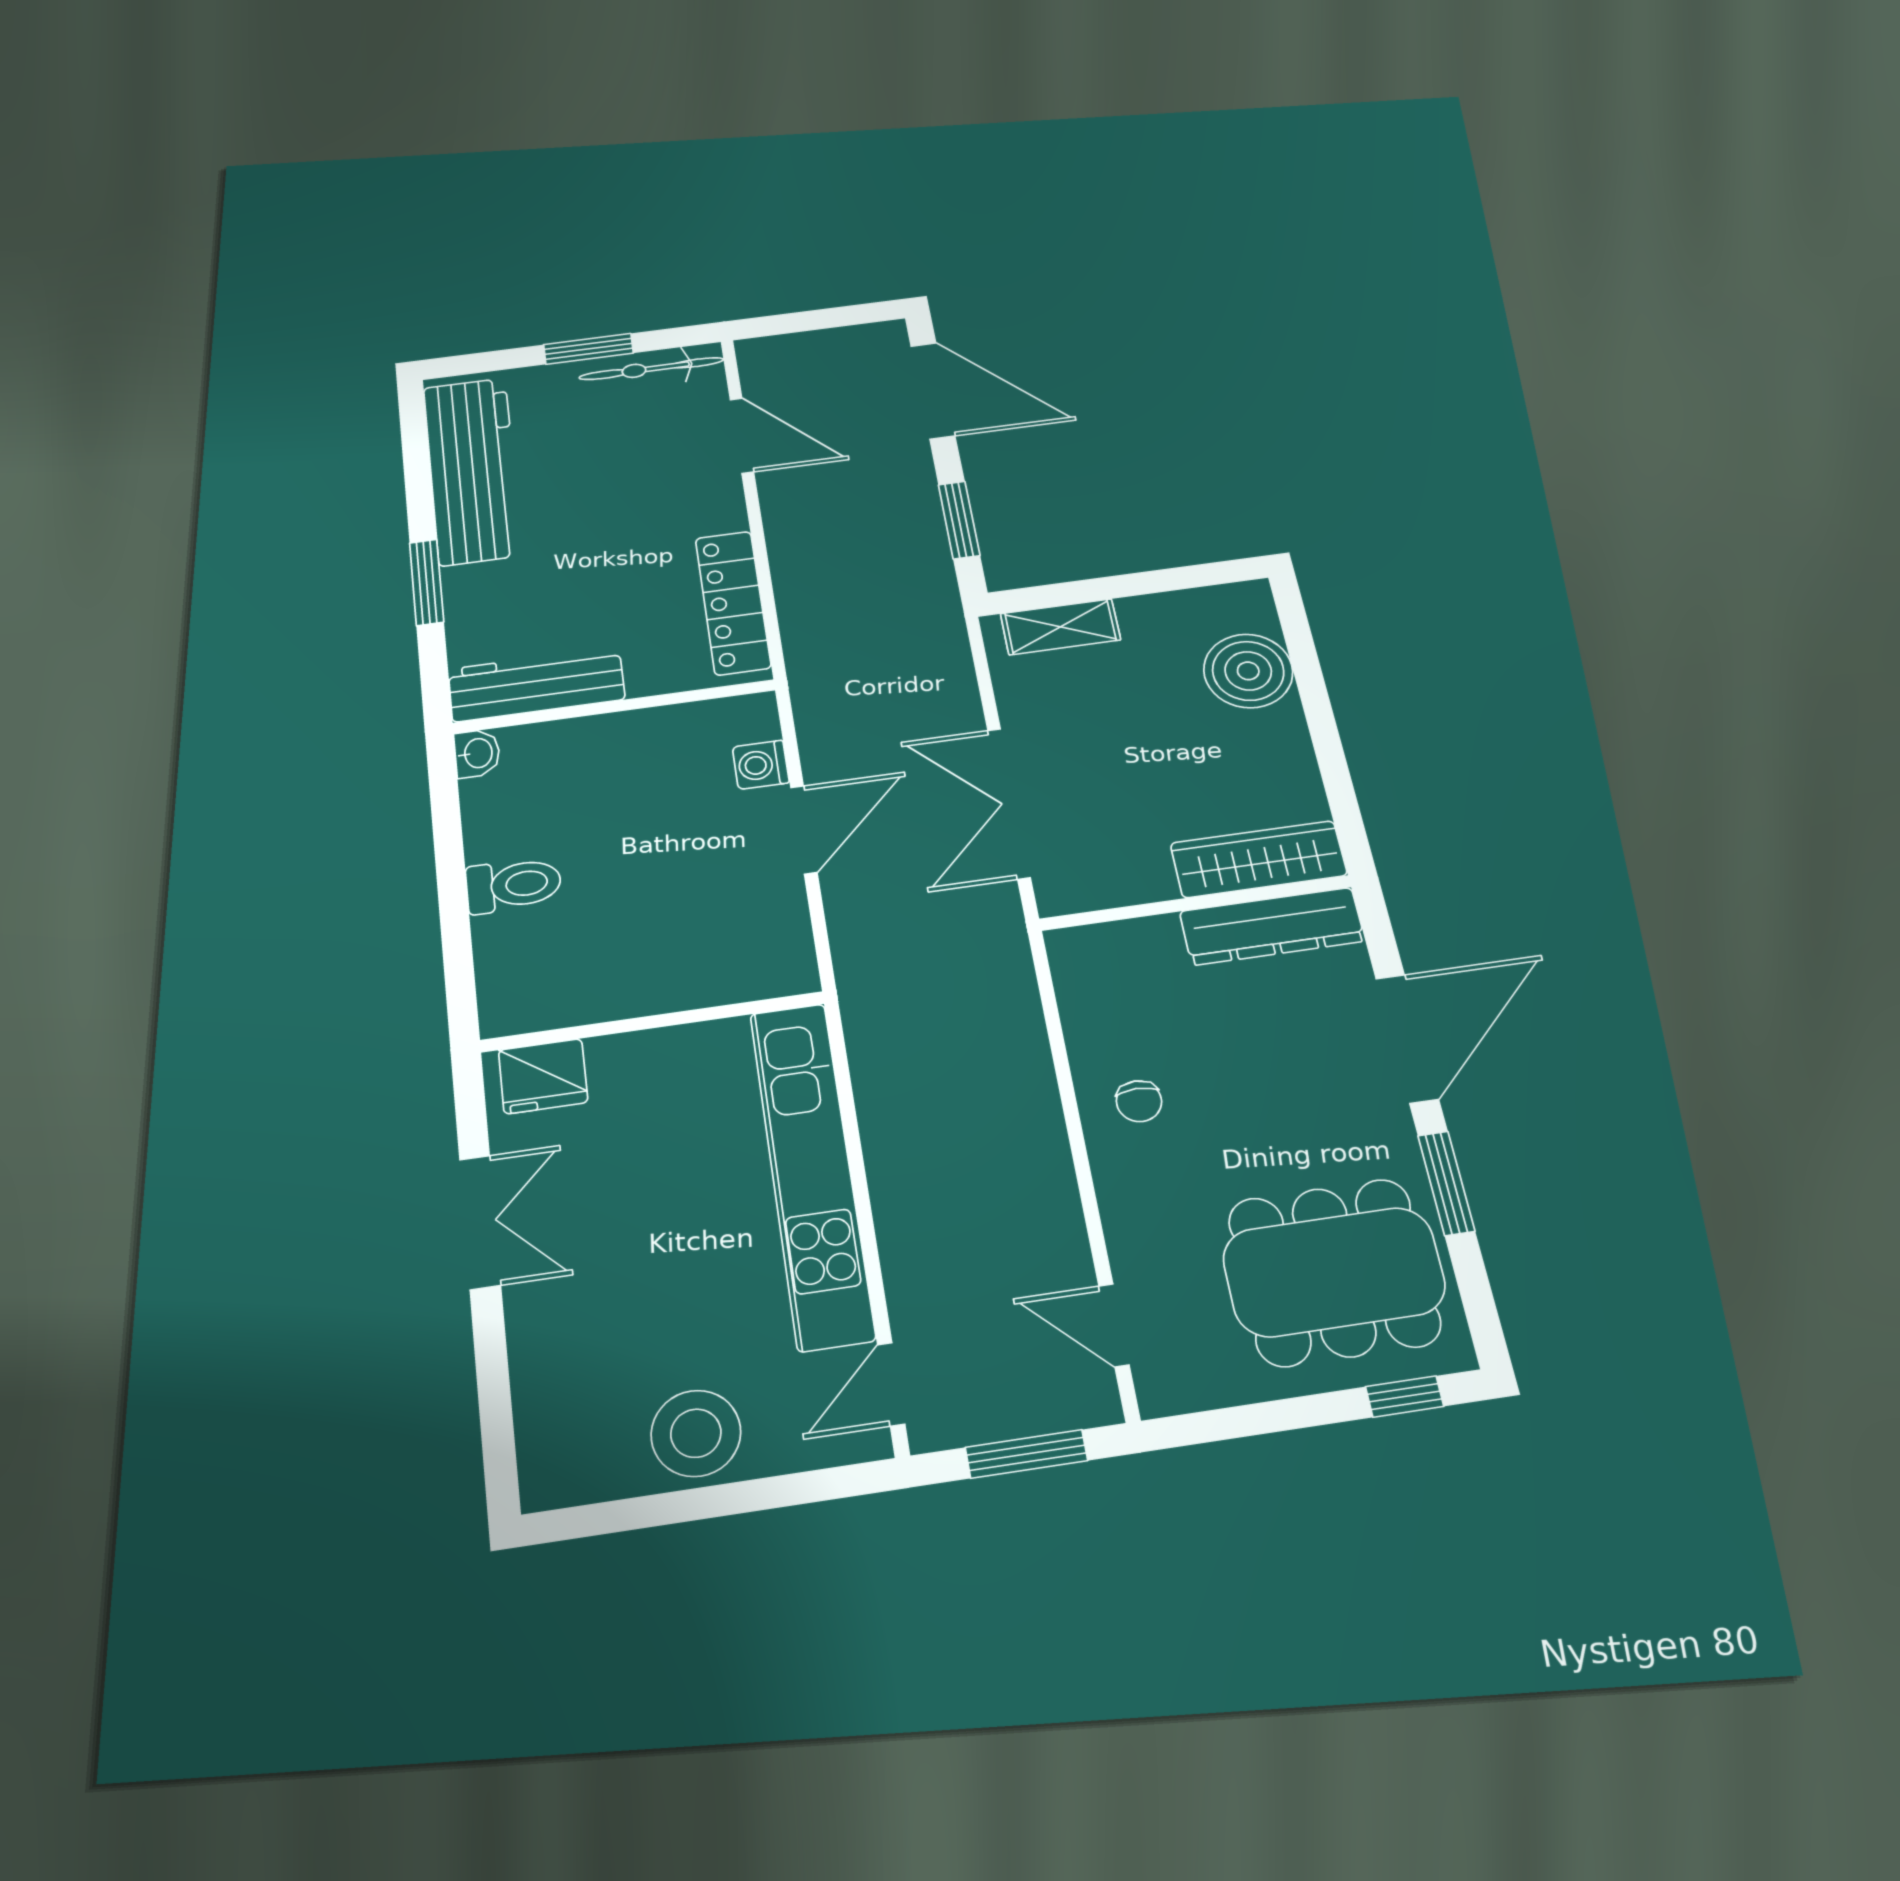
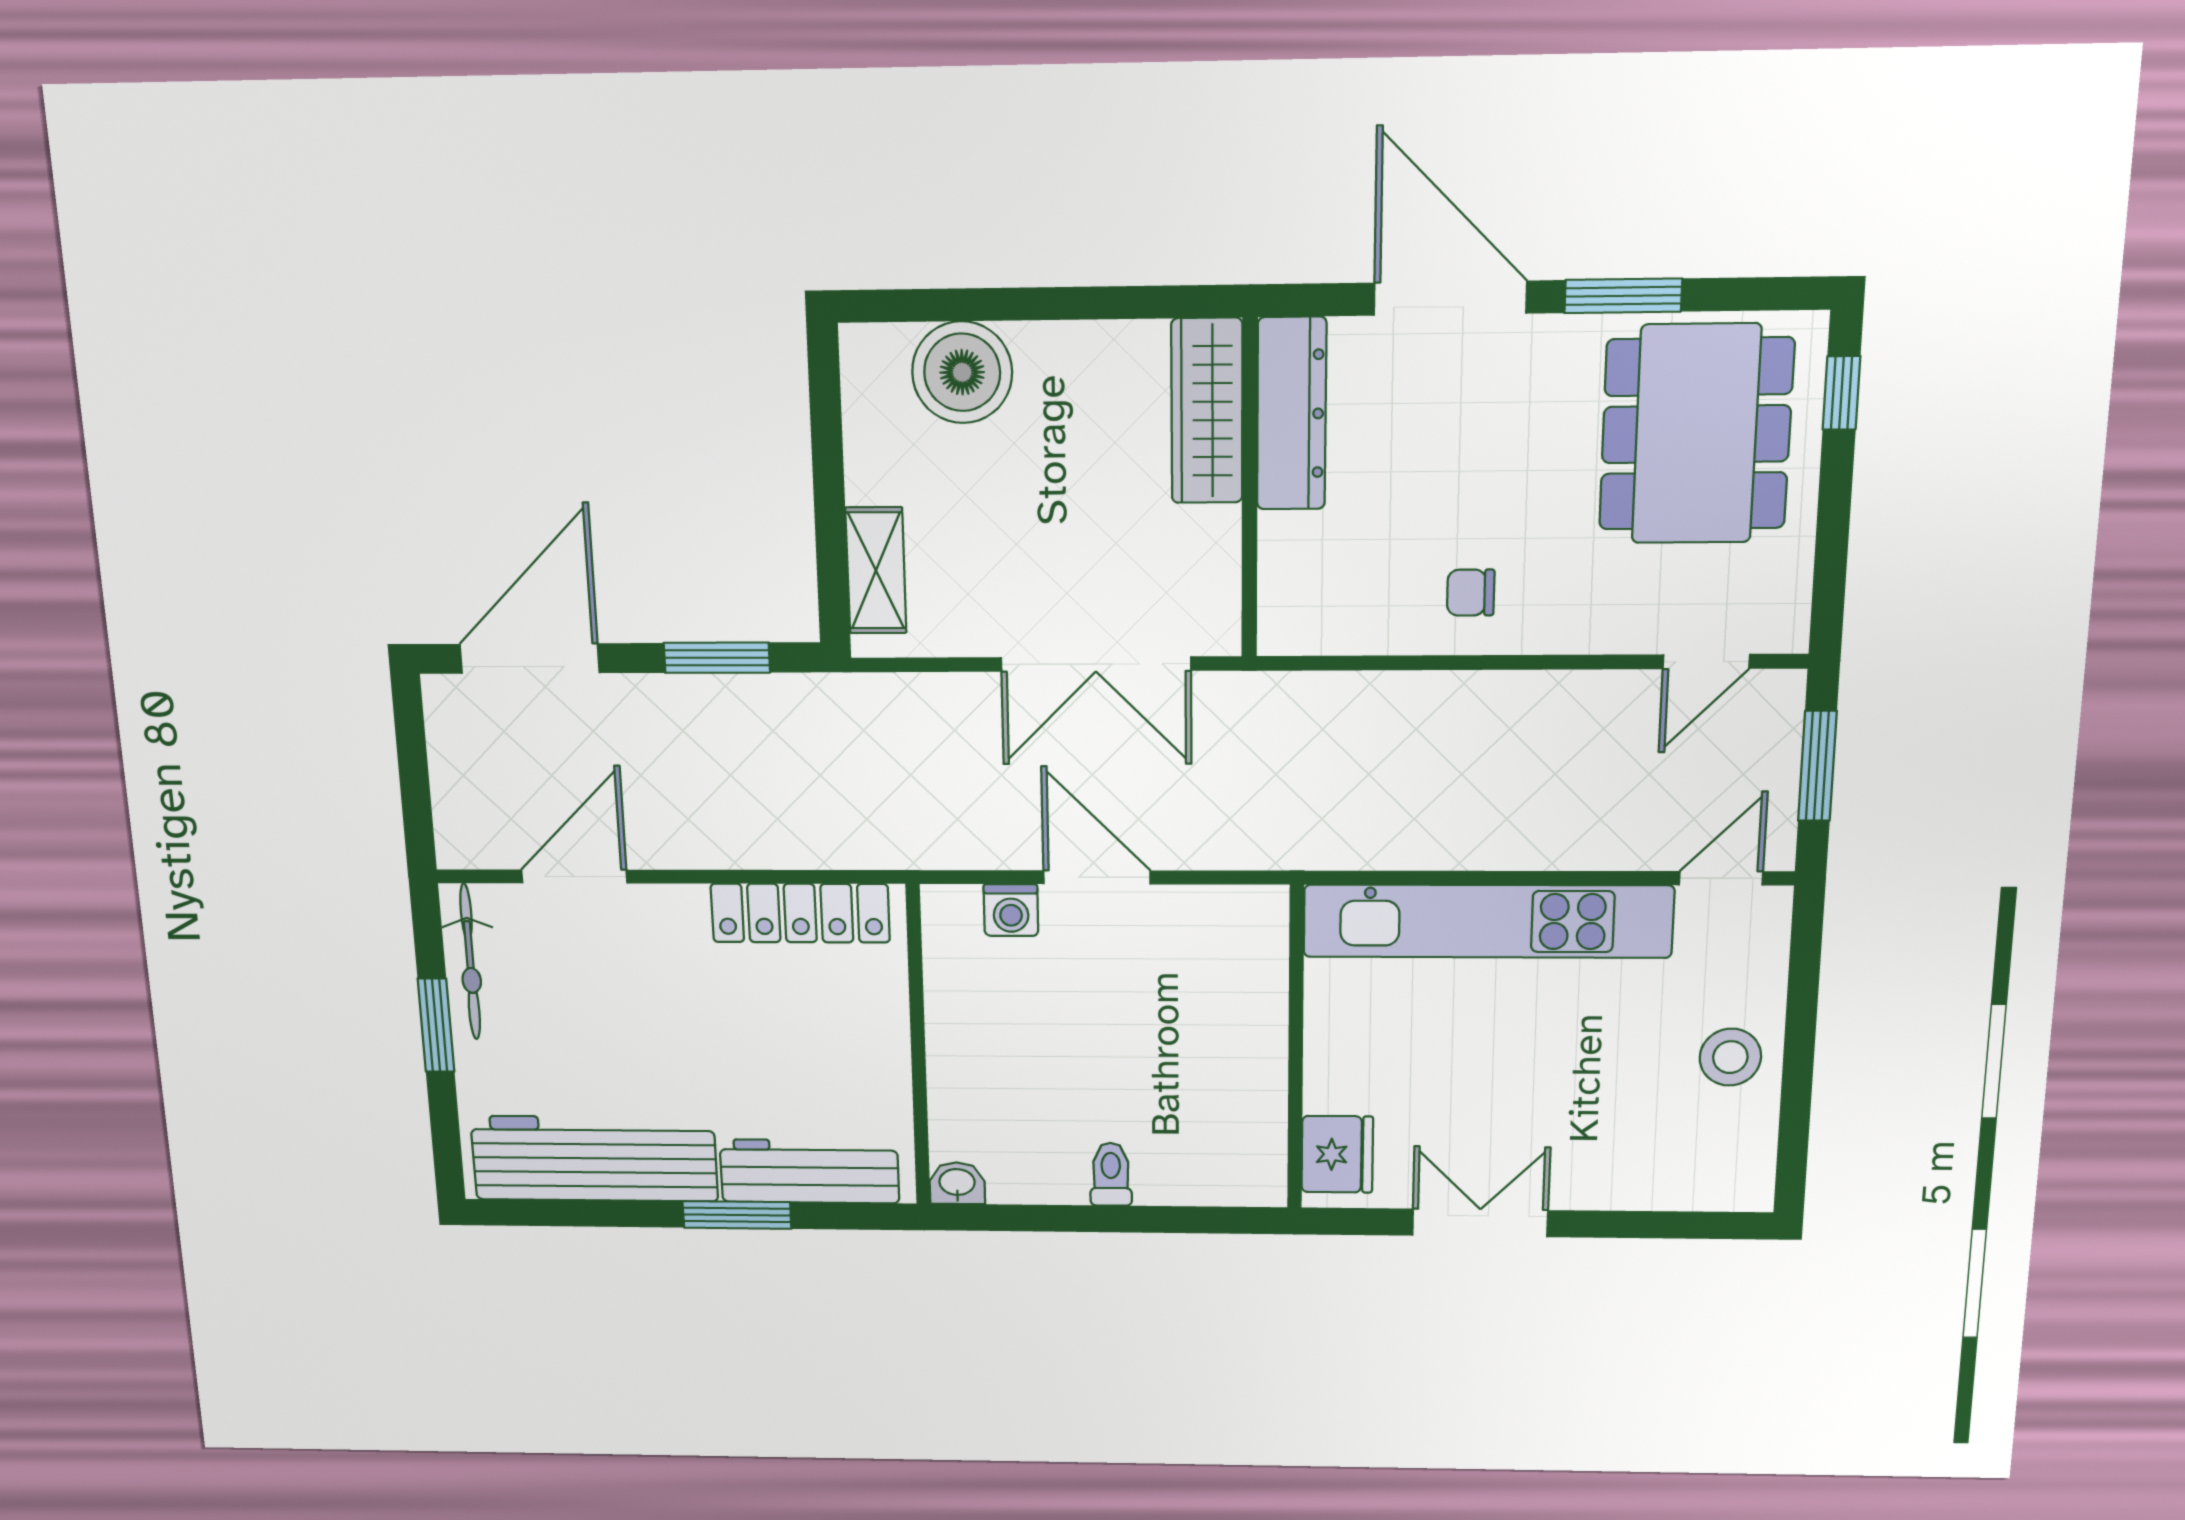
workbench: (536, 684) -> (809, 1171), moved, turned 90
toilet: (514, 885) -> (1111, 1174), width x0.73, depth x0.72
chair: (1139, 1101) -> (1471, 593), turned 180
door: (891, 1384) -> (1721, 878), swing flipped
stool: (696, 1433) -> (1730, 1057), width x0.73, depth x0.73

